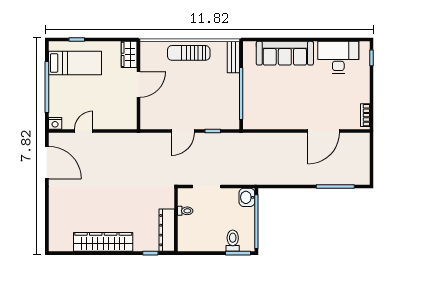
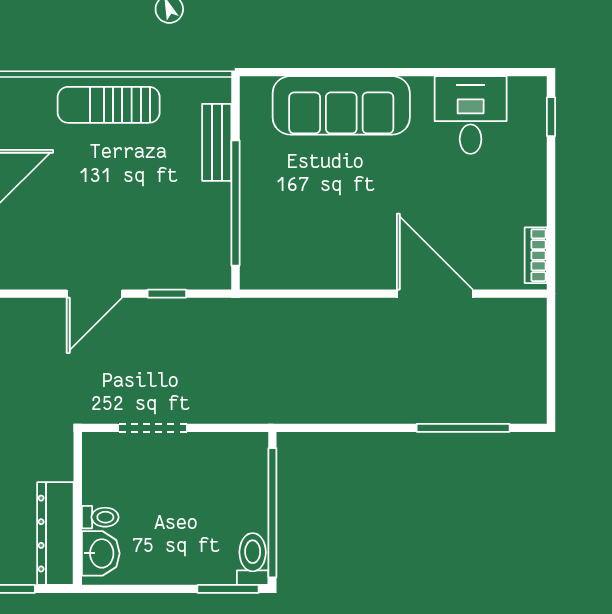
bench: (233, 57) -> (217, 142), moved
desk: (338, 57) -> (471, 115), width x0.73
door: (324, 131) -> (435, 294), swing flipped
washbasin: (247, 197) -> (101, 553), moved, turned 180
toilet: (185, 211) -> (100, 517), moved
toilet: (233, 241) -> (253, 559), moved

